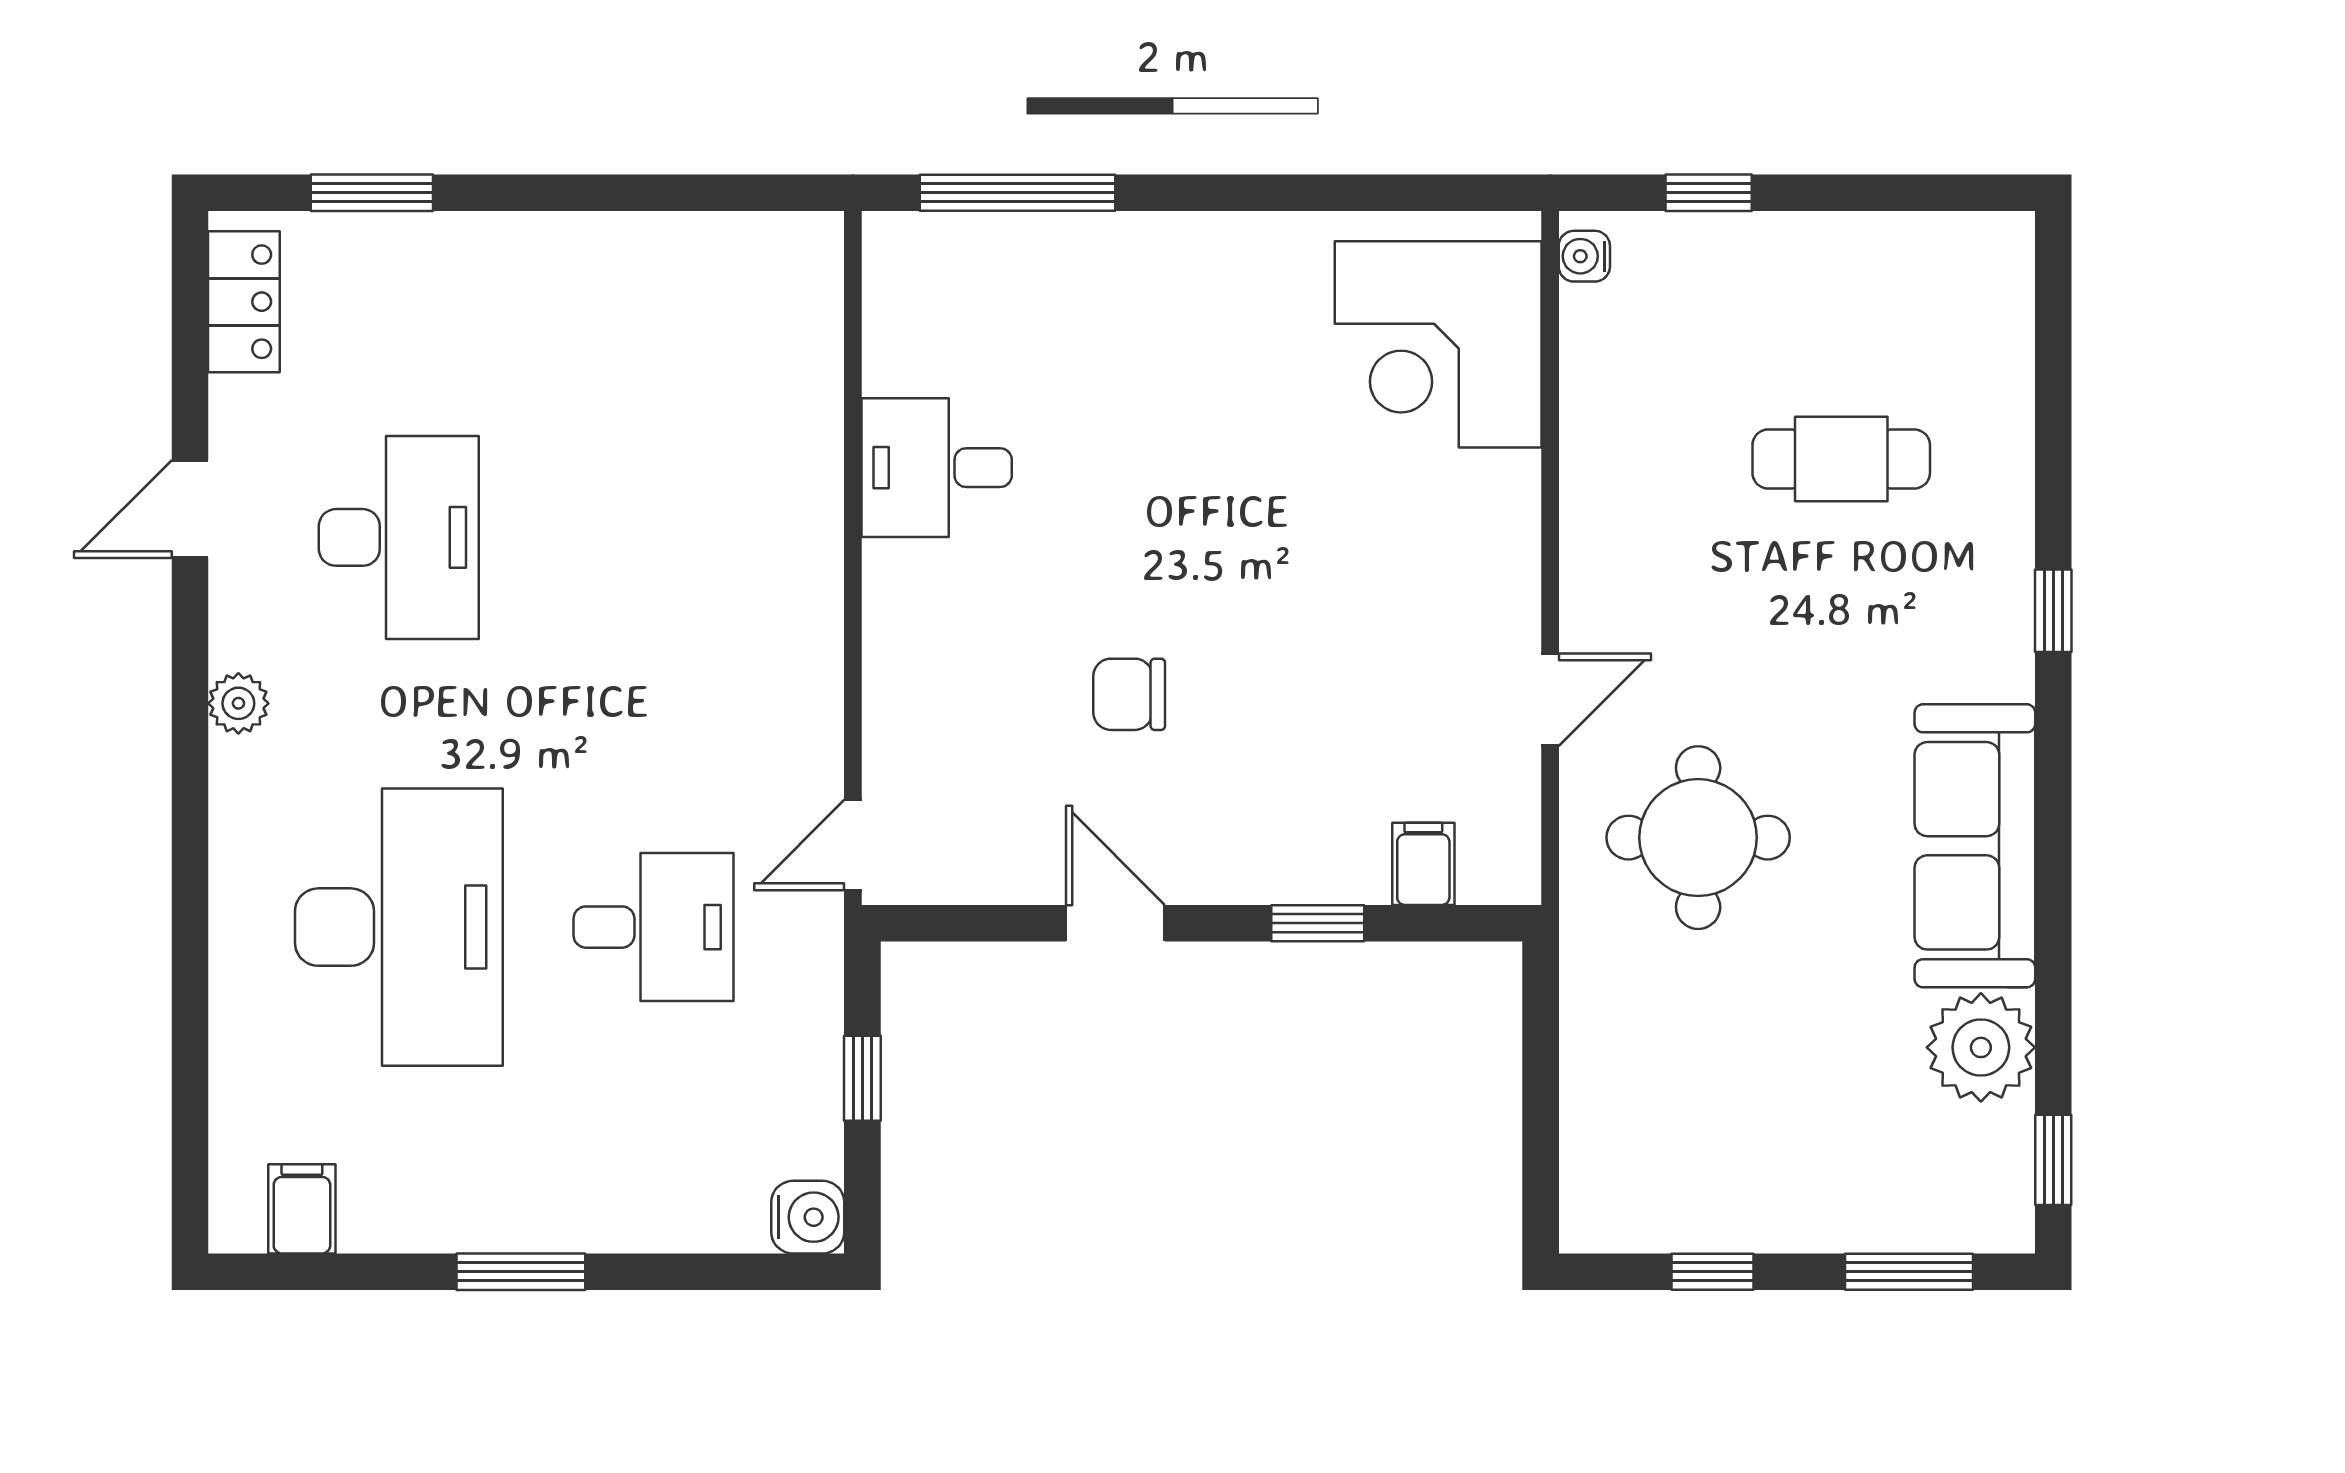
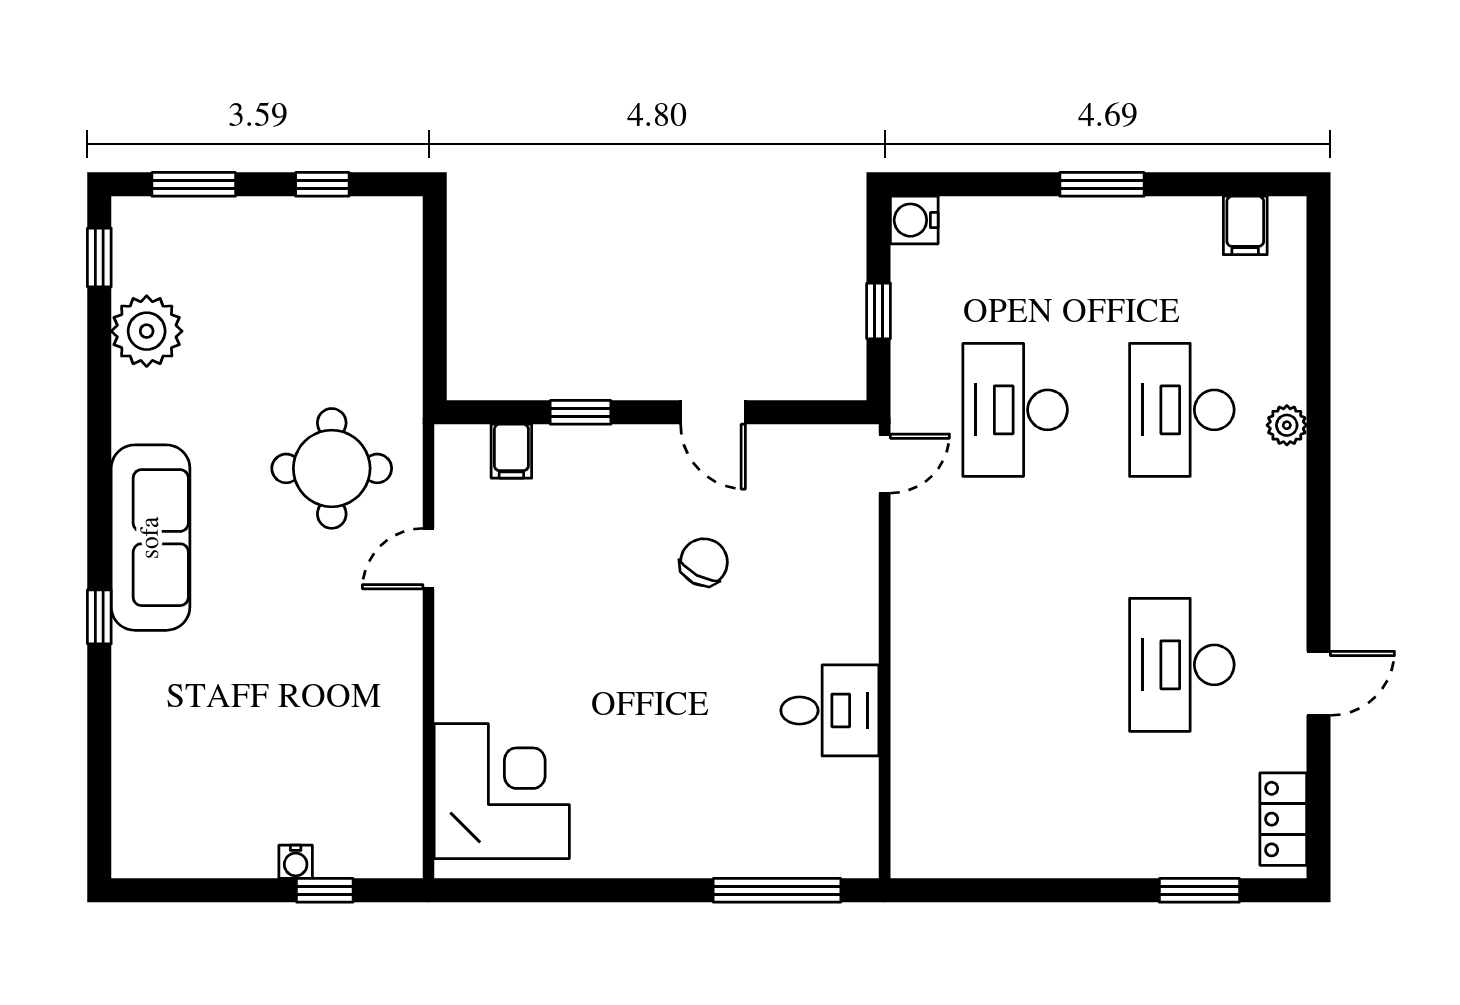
water cooler: (1584, 256) -> (296, 862), moved, turned 90
cafe table: (1841, 459) -> (238, 716), removed
chair: (1129, 694) -> (704, 562), turned -62
plant: (238, 703) -> (1287, 425), moved
sofa: (1975, 846) -> (151, 538), moved
desk: (399, 927) -> (1182, 410), width x0.73, depth x0.77
desk: (654, 927) -> (1015, 410), width x1.37

